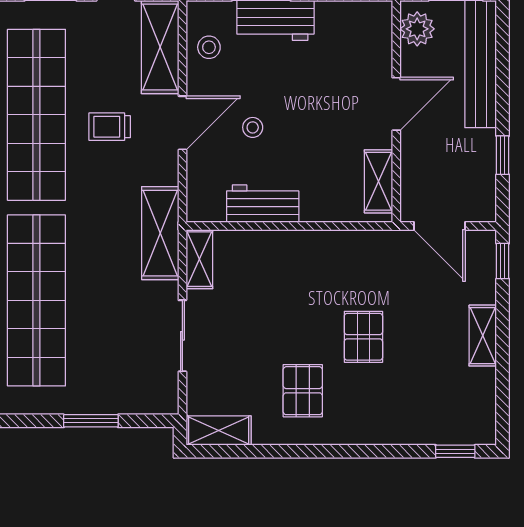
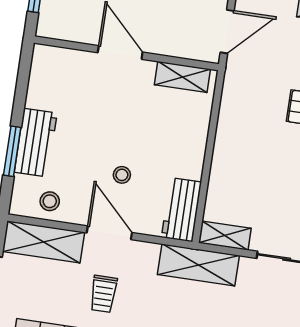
plant: (417, 29) -> (60, 26), removed
workbench: (263, 204) -> (181, 210), moved

